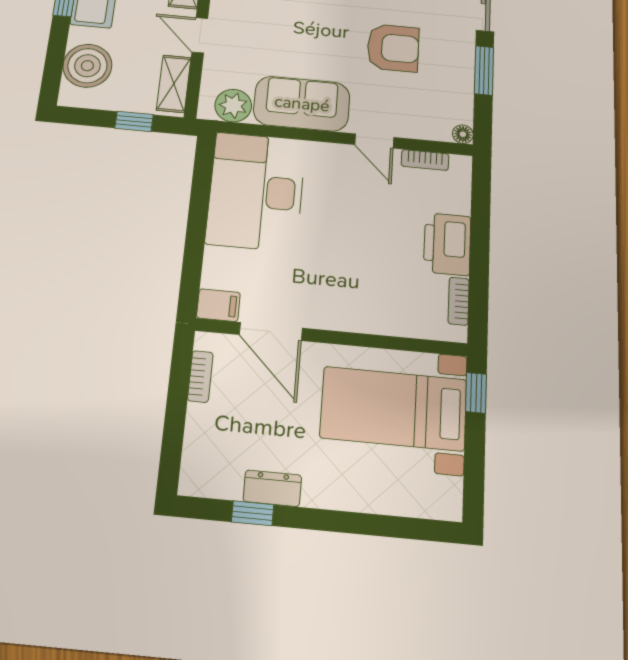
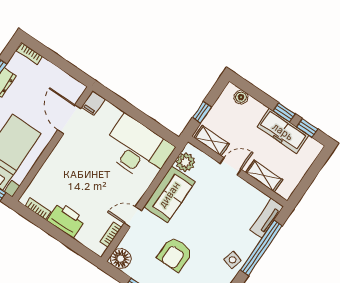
boiler: (87, 66) -> (241, 97), width x0.54, depth x0.54
floor lamp: (463, 134) -> (121, 259), width x1.89, depth x1.89
door: (271, 331) -> (69, 119), hinge flipped
bookcase: (200, 377) -> (30, 54), moved

